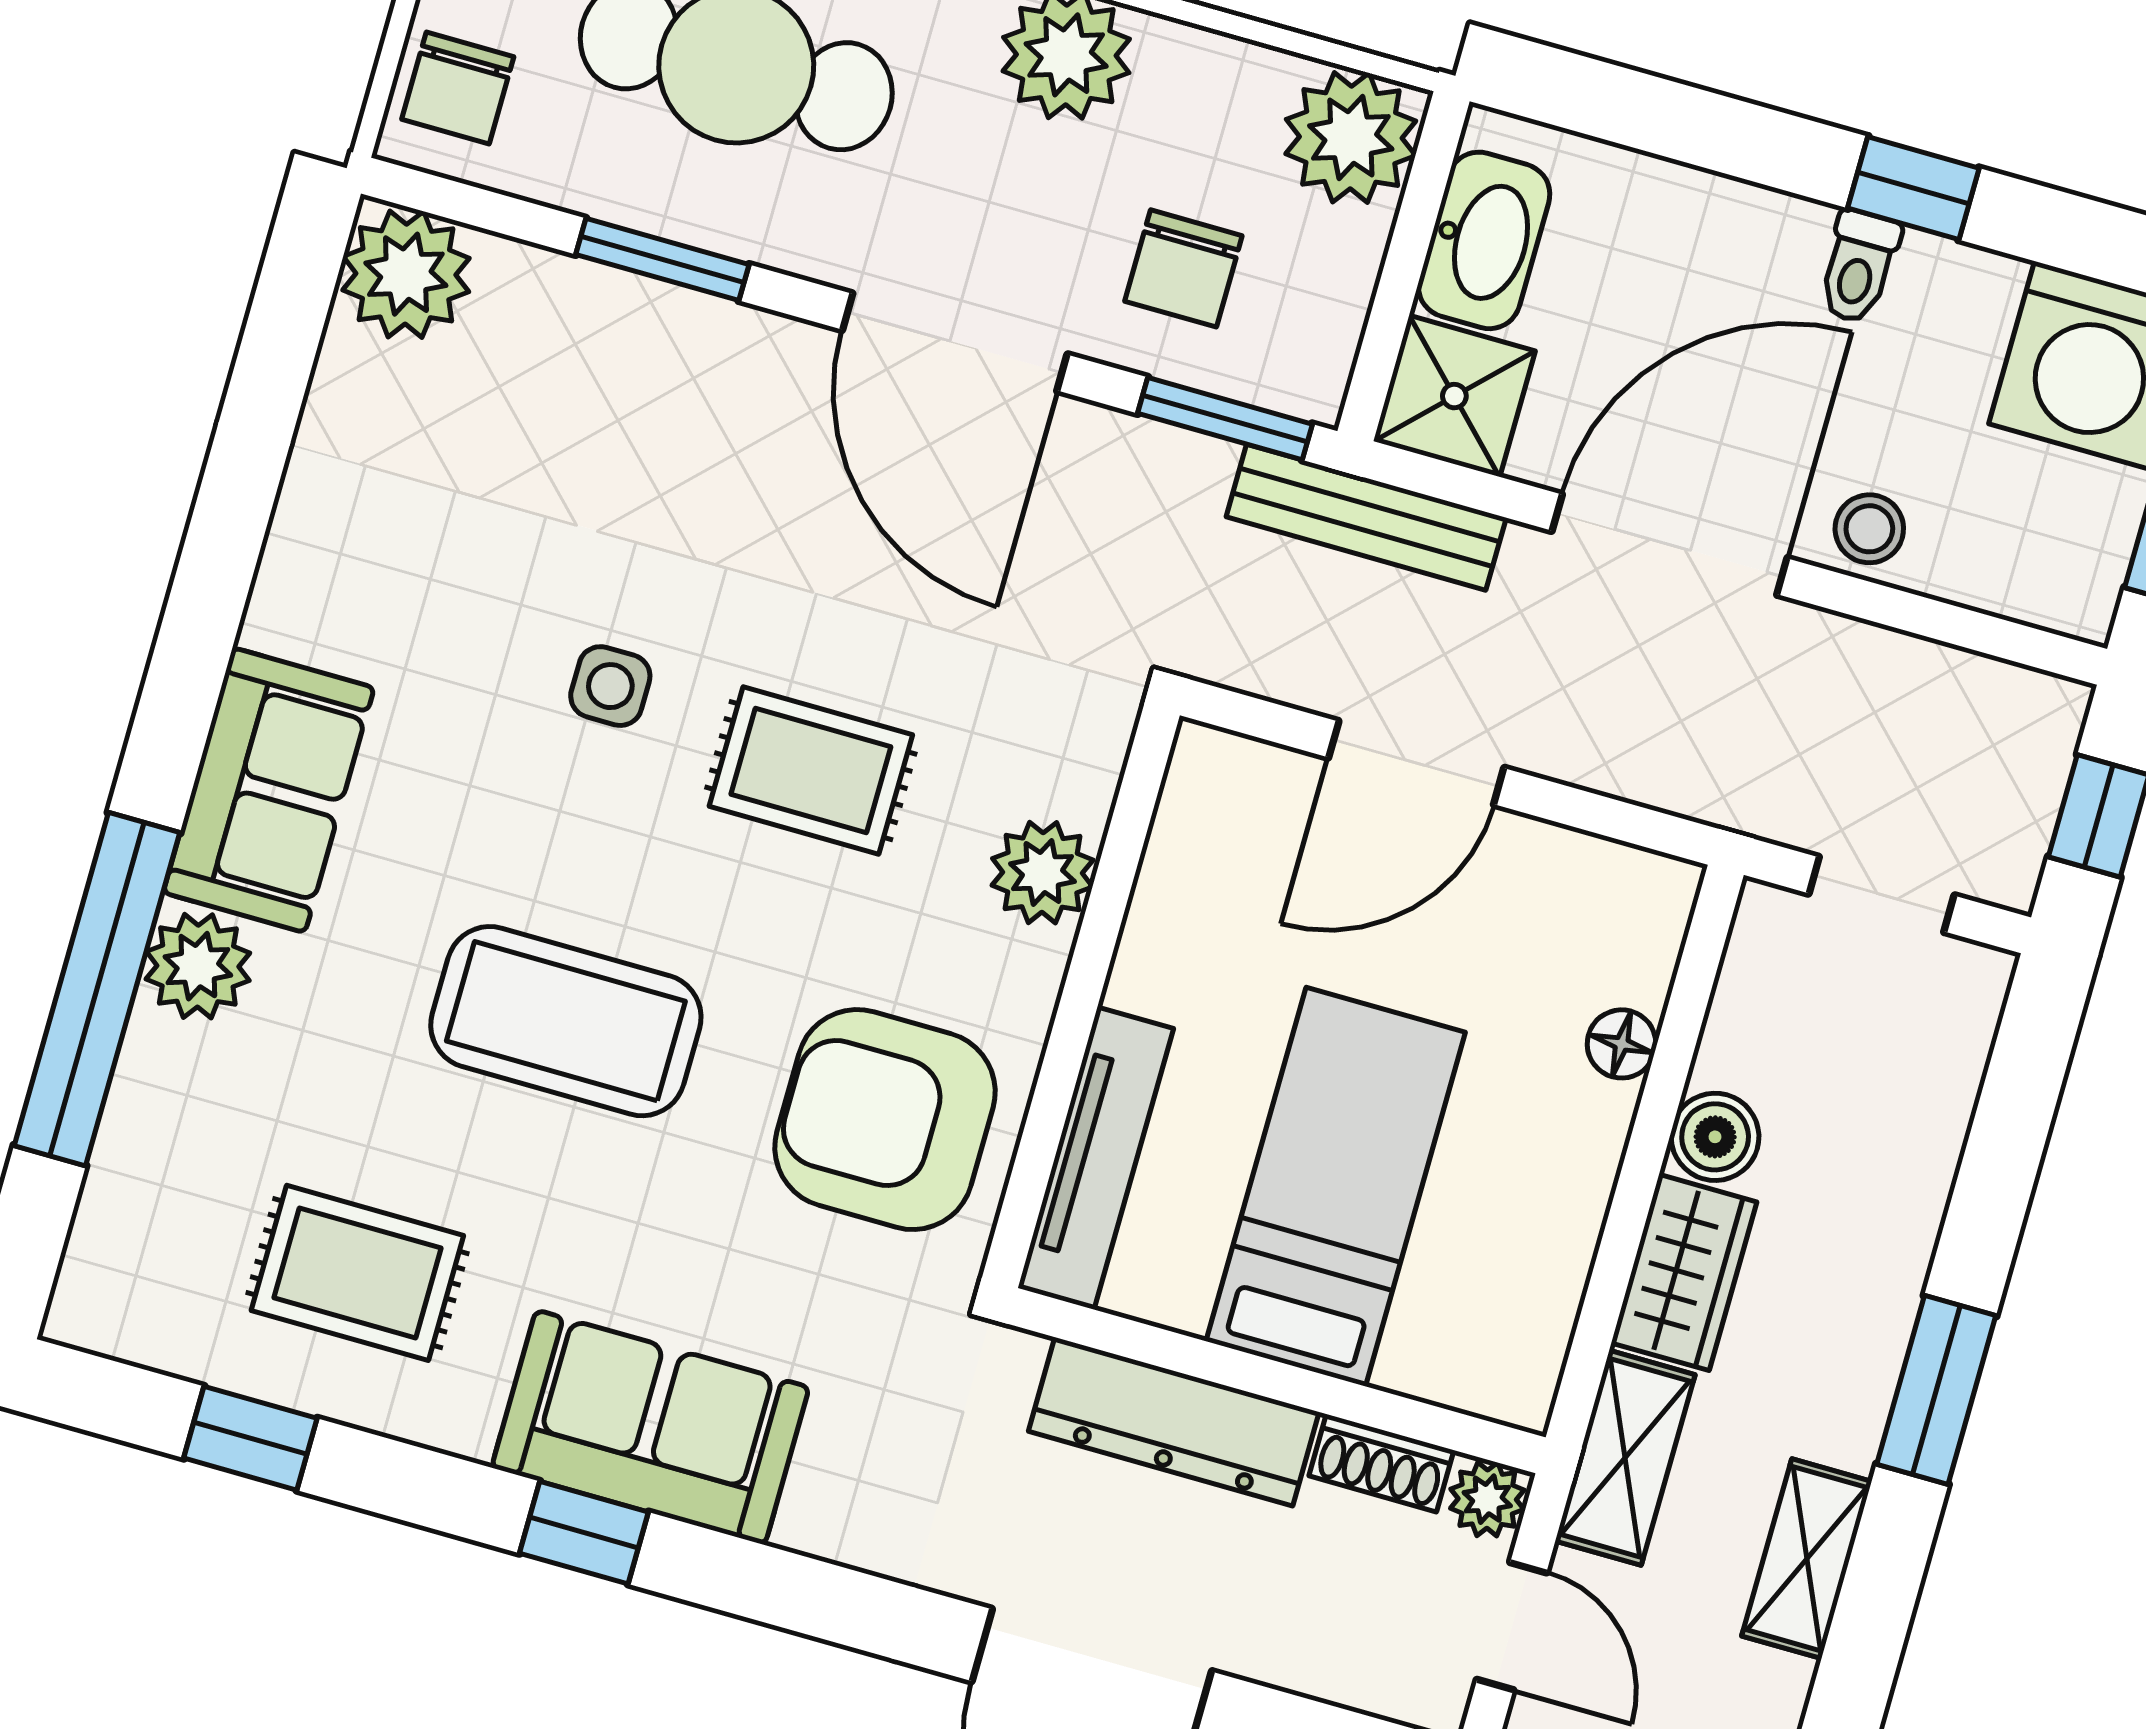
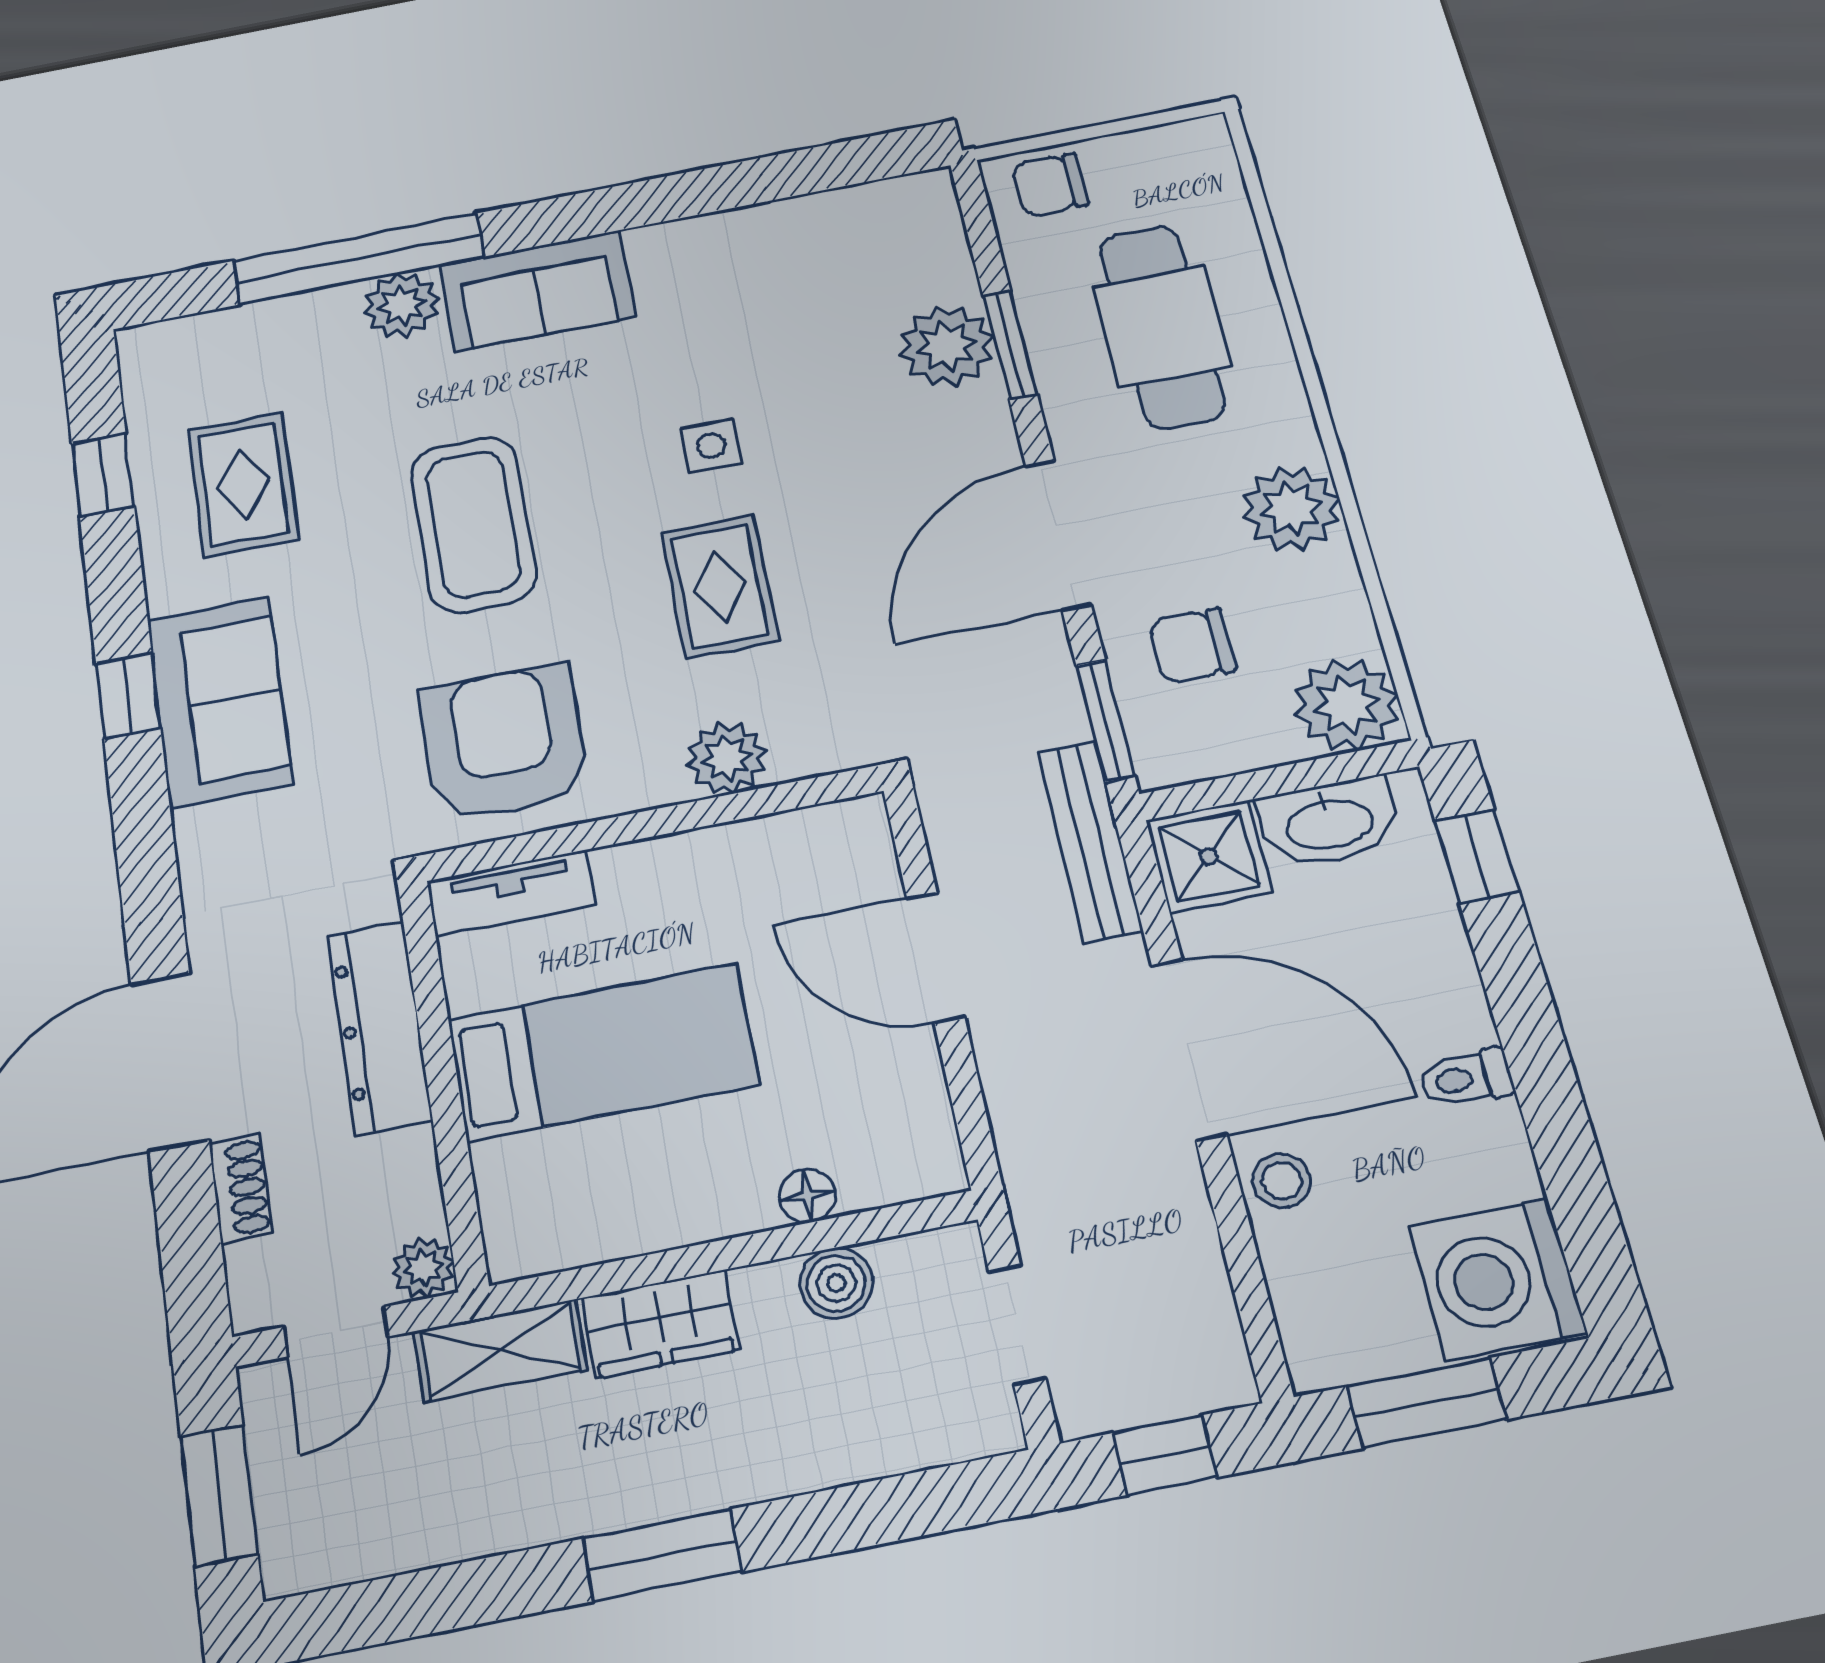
window: (1913, 188) -> (1477, 856), moved
plant: (406, 274) -> (947, 346), moved
boiler: (1715, 1137) -> (836, 1283), moved
tv unit: (1096, 1158) -> (511, 893), width x0.71
shoe rack: (1381, 1463) -> (241, 1188), moved, turned 180
shelving: (1807, 1559) -> (486, 1522), removed

